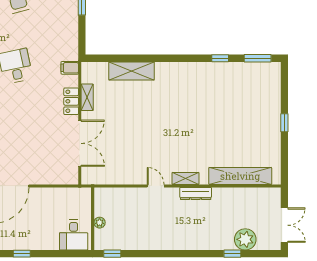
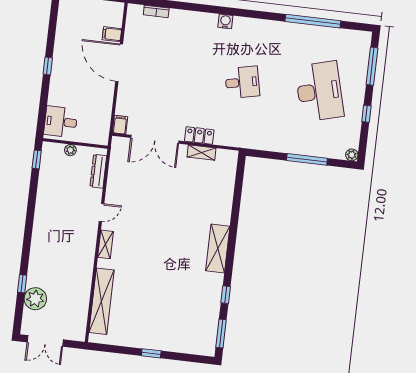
filing cabinet: (70, 68) -> (120, 125), moved
shelving: (132, 71) -> (218, 249), moved
dresser: (196, 194) -> (98, 171), moved

